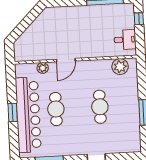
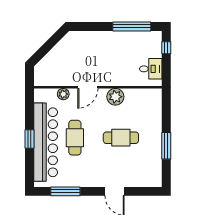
plant: (120, 67) -> (115, 97), moved
cafe table: (100, 107) -> (121, 138), turned 90

